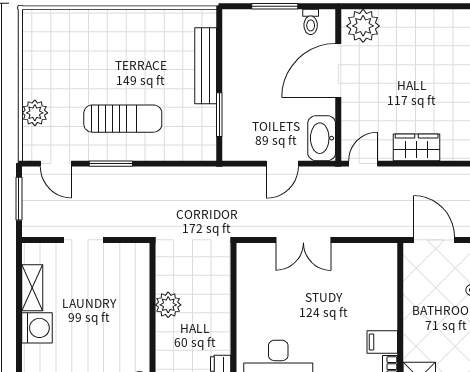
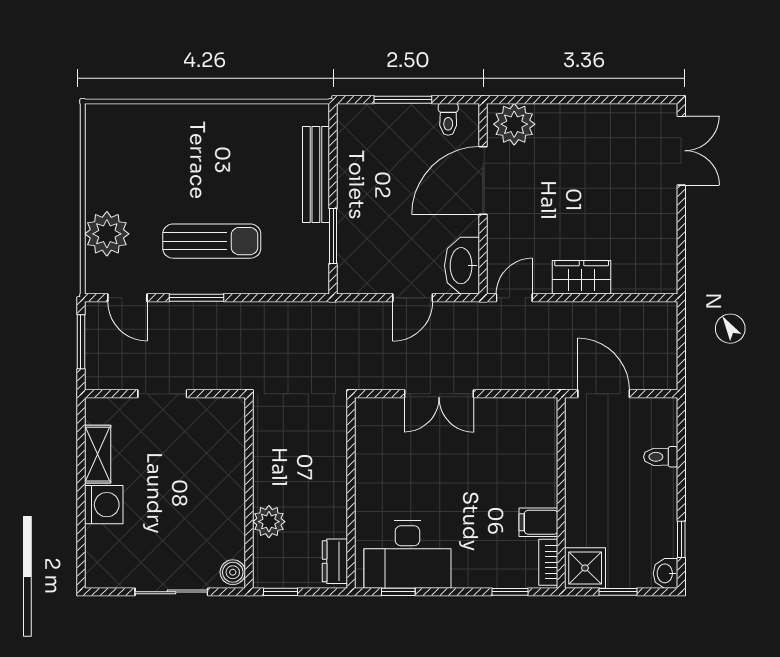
plant: (35, 113) -> (107, 234), width x1.36, depth x1.36
plant: (168, 305) -> (269, 522), moved

